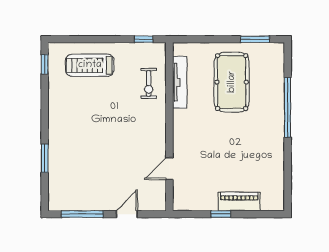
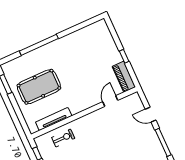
door: (169, 169) -> (110, 101), swing flipped
piano: (239, 201) -> (124, 77), moved

